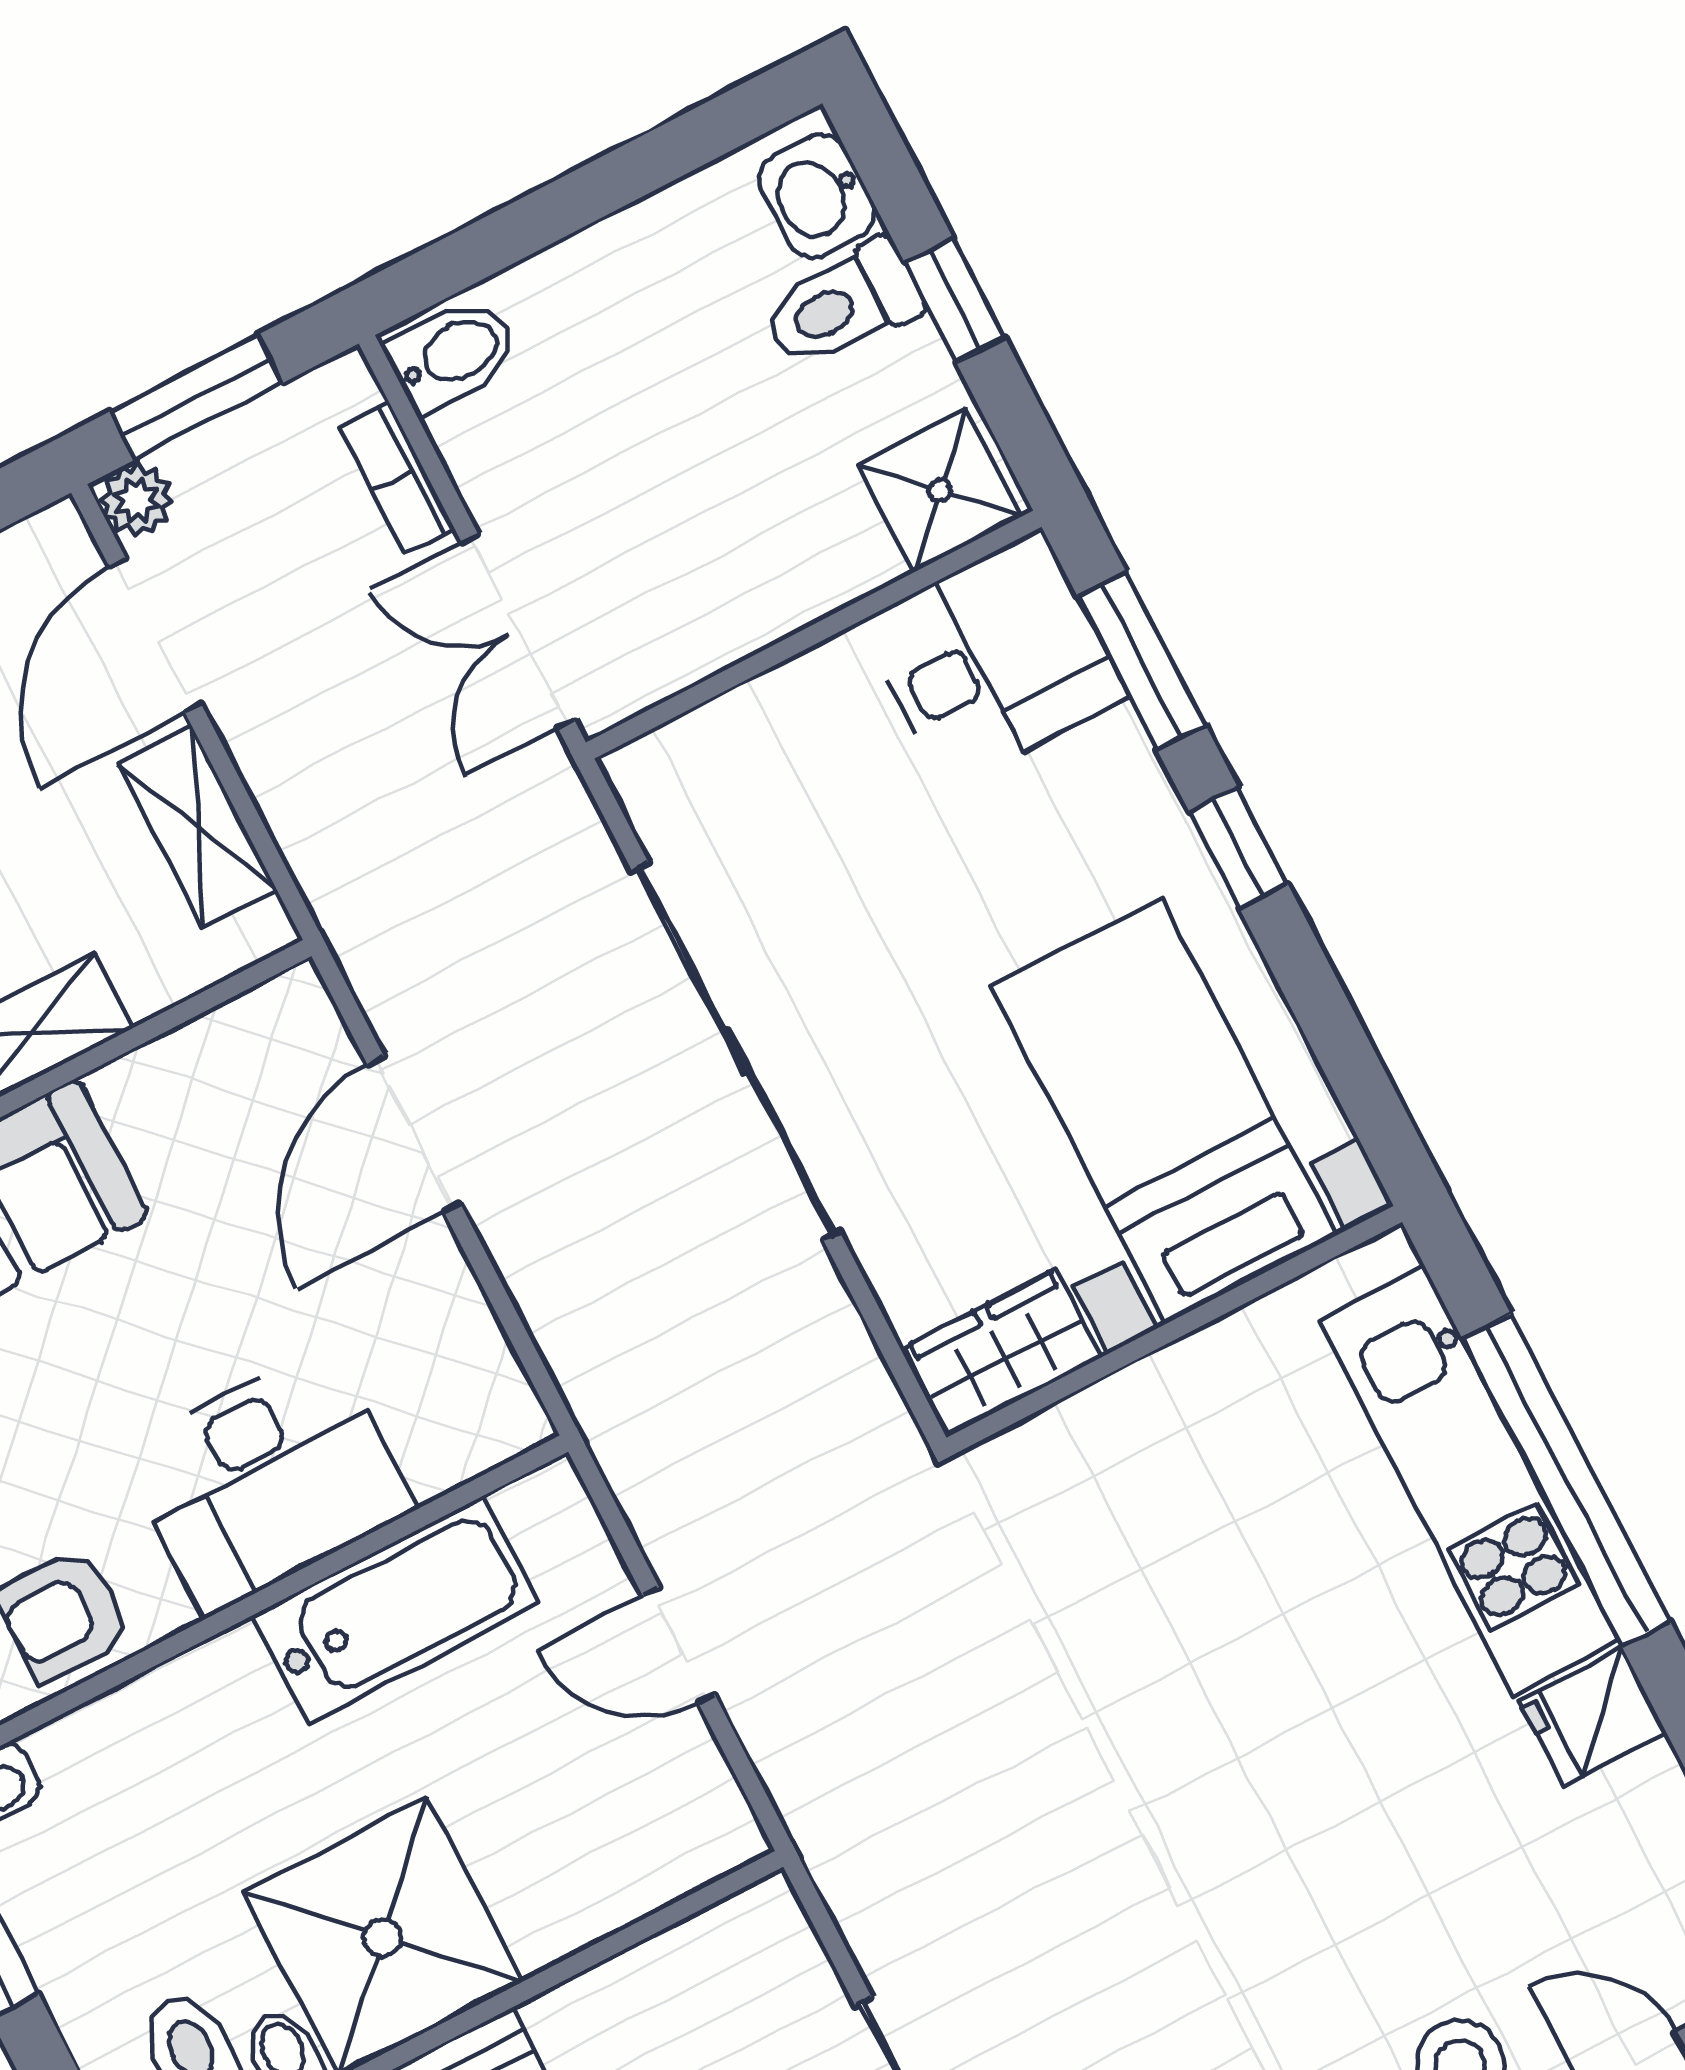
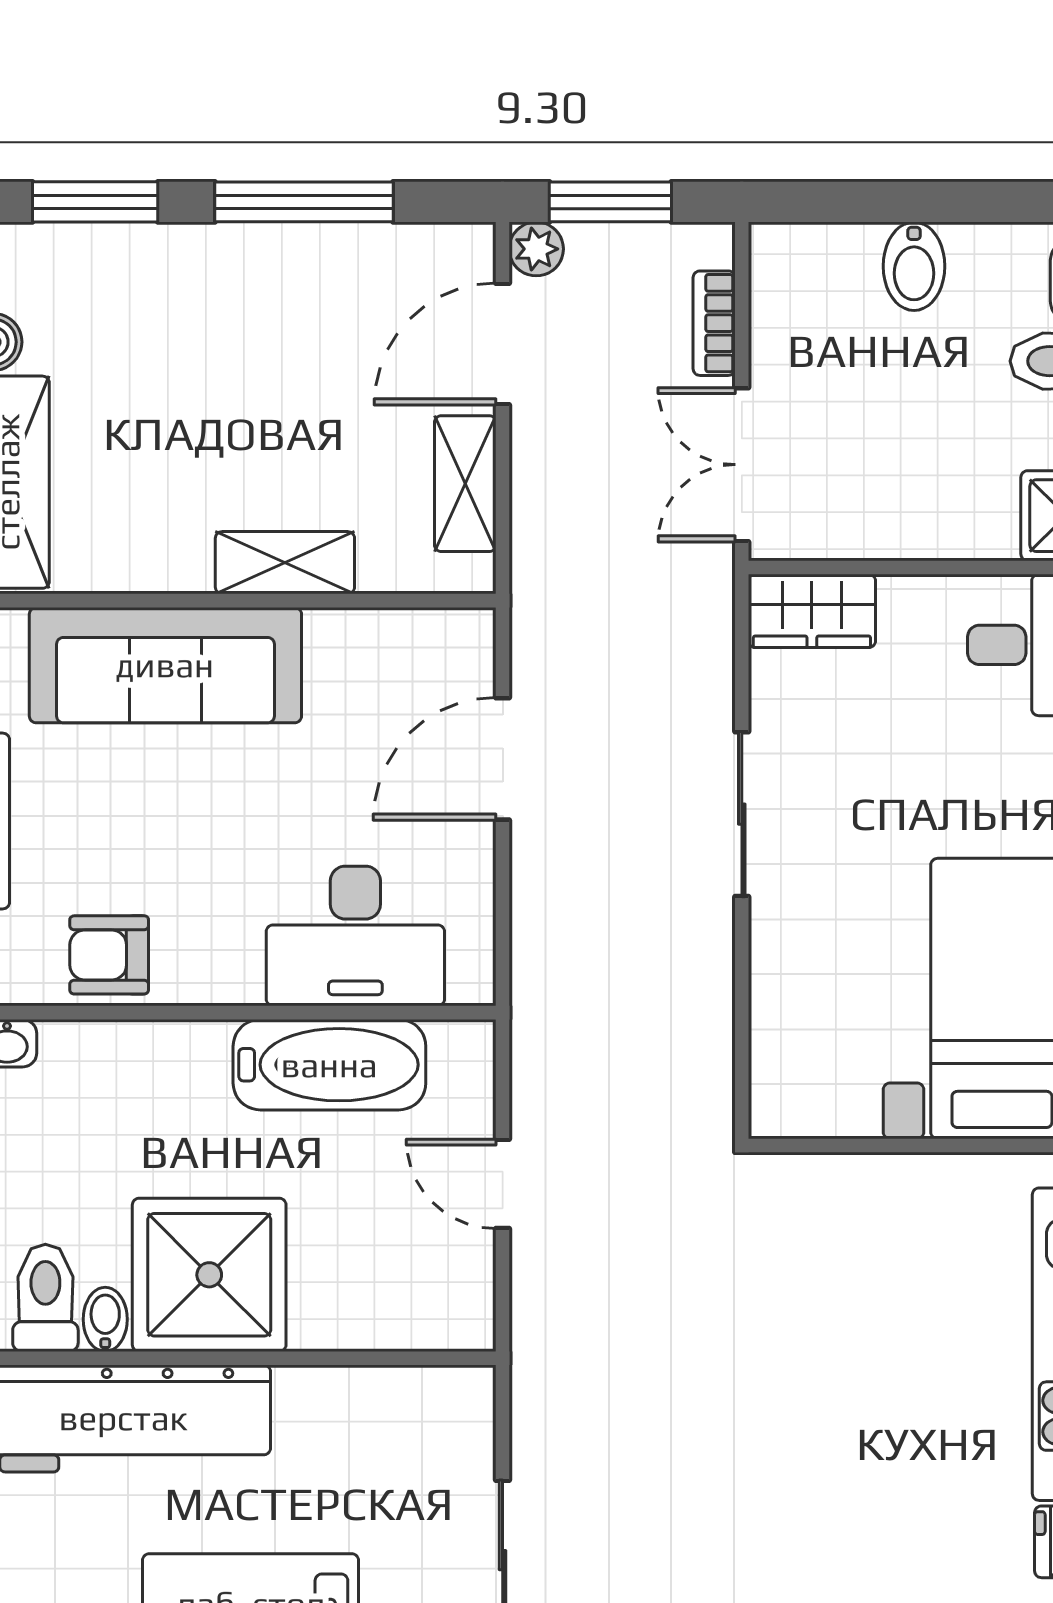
bidet: (453, 355) -> (914, 266), moved, turned 90
sliding door: (736, 1051) -> (742, 814), width x0.54
wardrobe: (1003, 1352) -> (812, 611), moved, turned 180
desk: (268, 1480) -> (355, 936), moved

